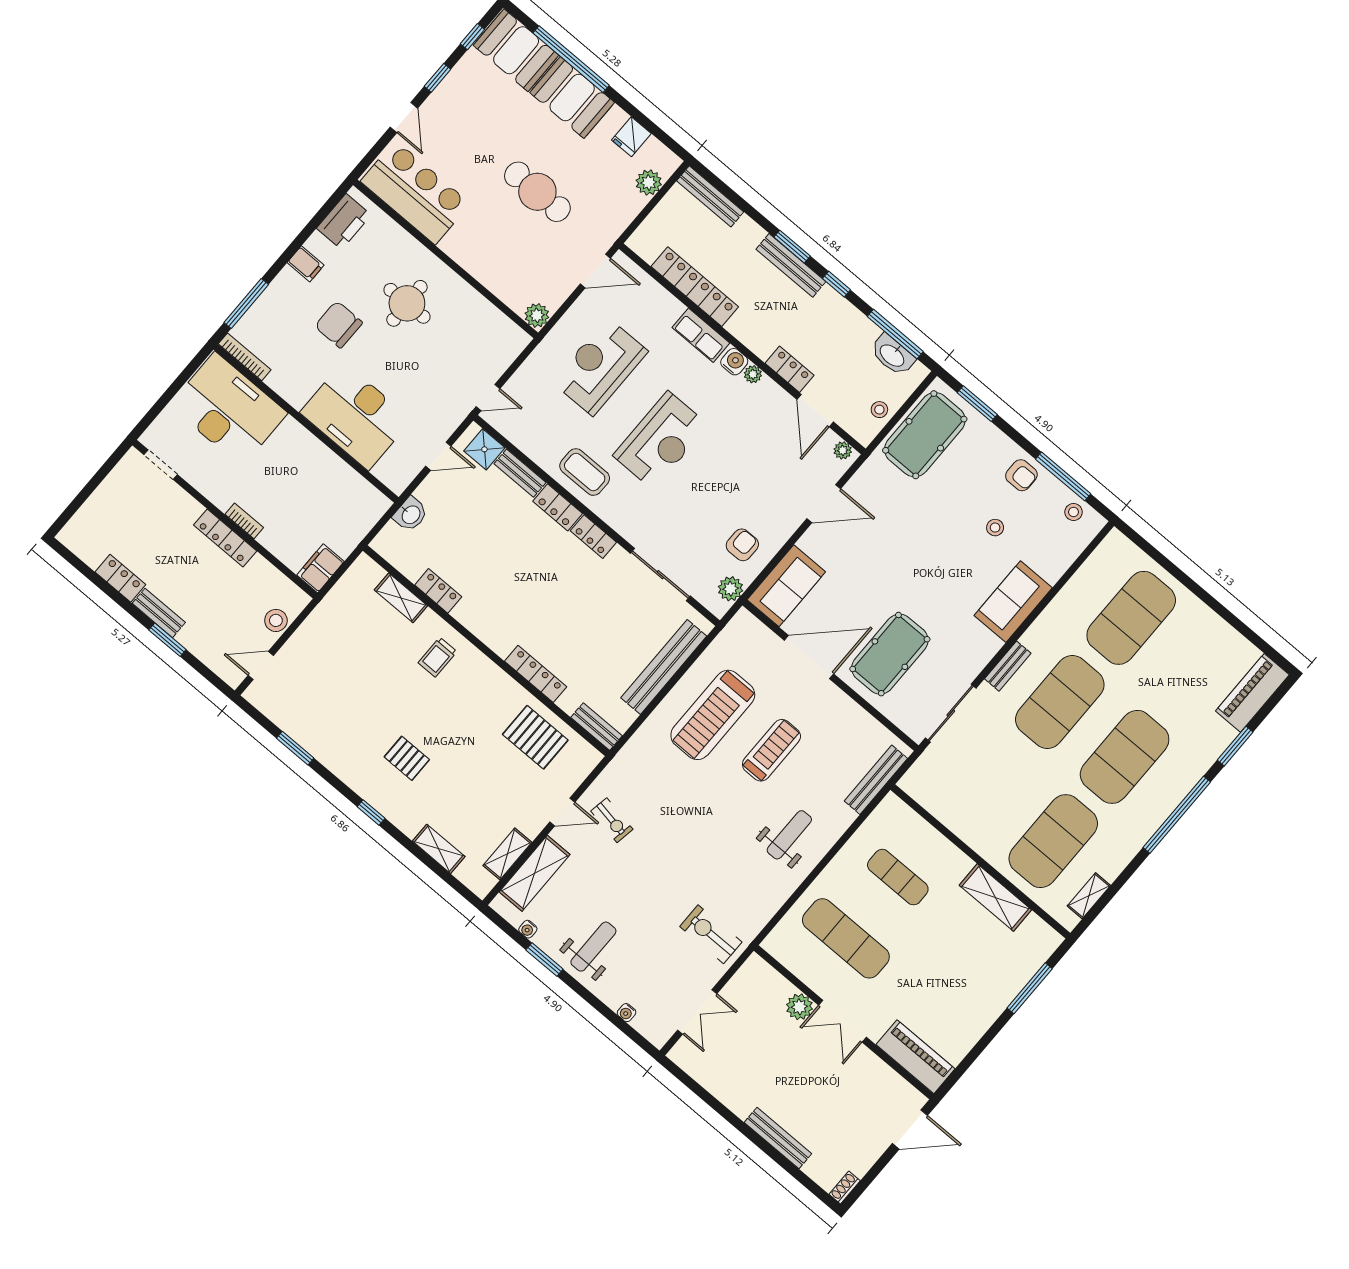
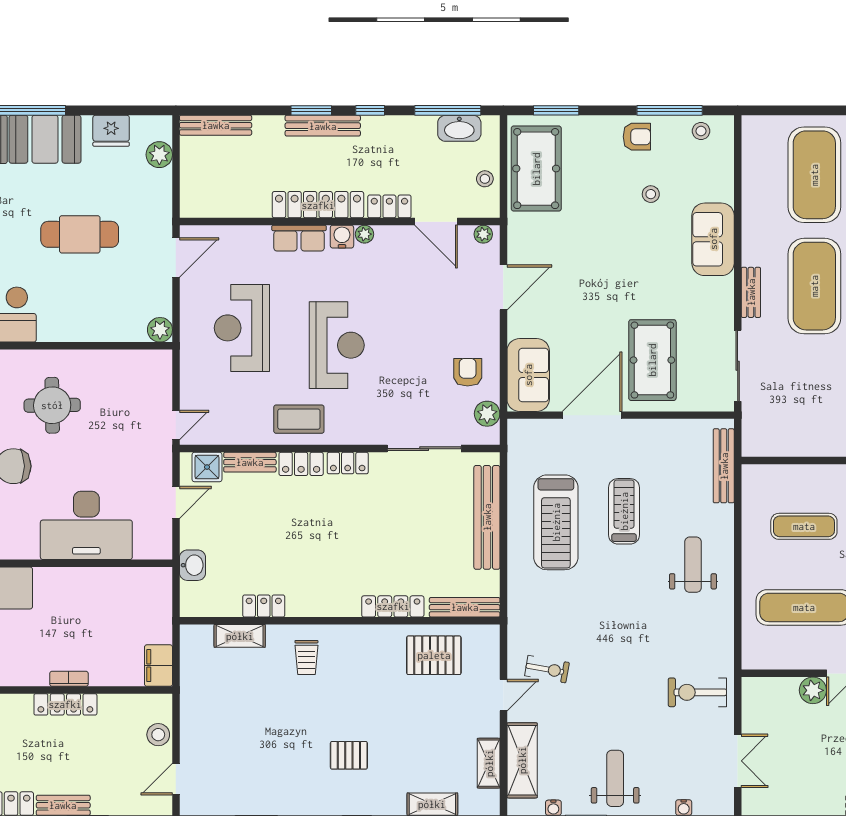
fridge: (631, 137) -> (111, 131), width x1.38
locker: (695, 287) -> (318, 205), moved
bench: (596, 727) -> (465, 607), width x1.36

